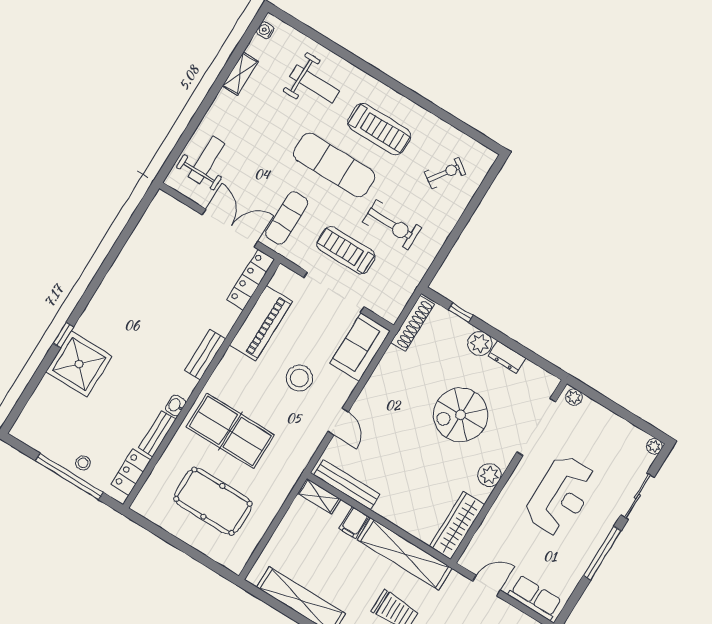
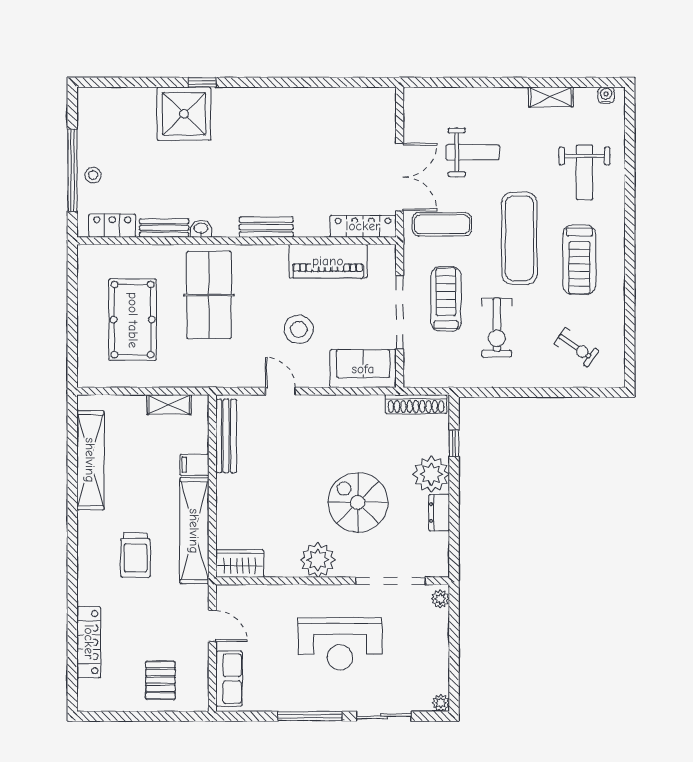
weight bench: (206, 160) -> (473, 152), moved
plant: (480, 344) -> (431, 474), width x1.36, depth x1.36
door: (338, 422) -> (280, 391), swing flipped
plant: (489, 475) -> (318, 560), width x1.36, depth x1.36
shelving: (319, 496) -> (169, 405), moved, turned 90
wardrobe: (457, 525) -> (240, 563), width x0.67

